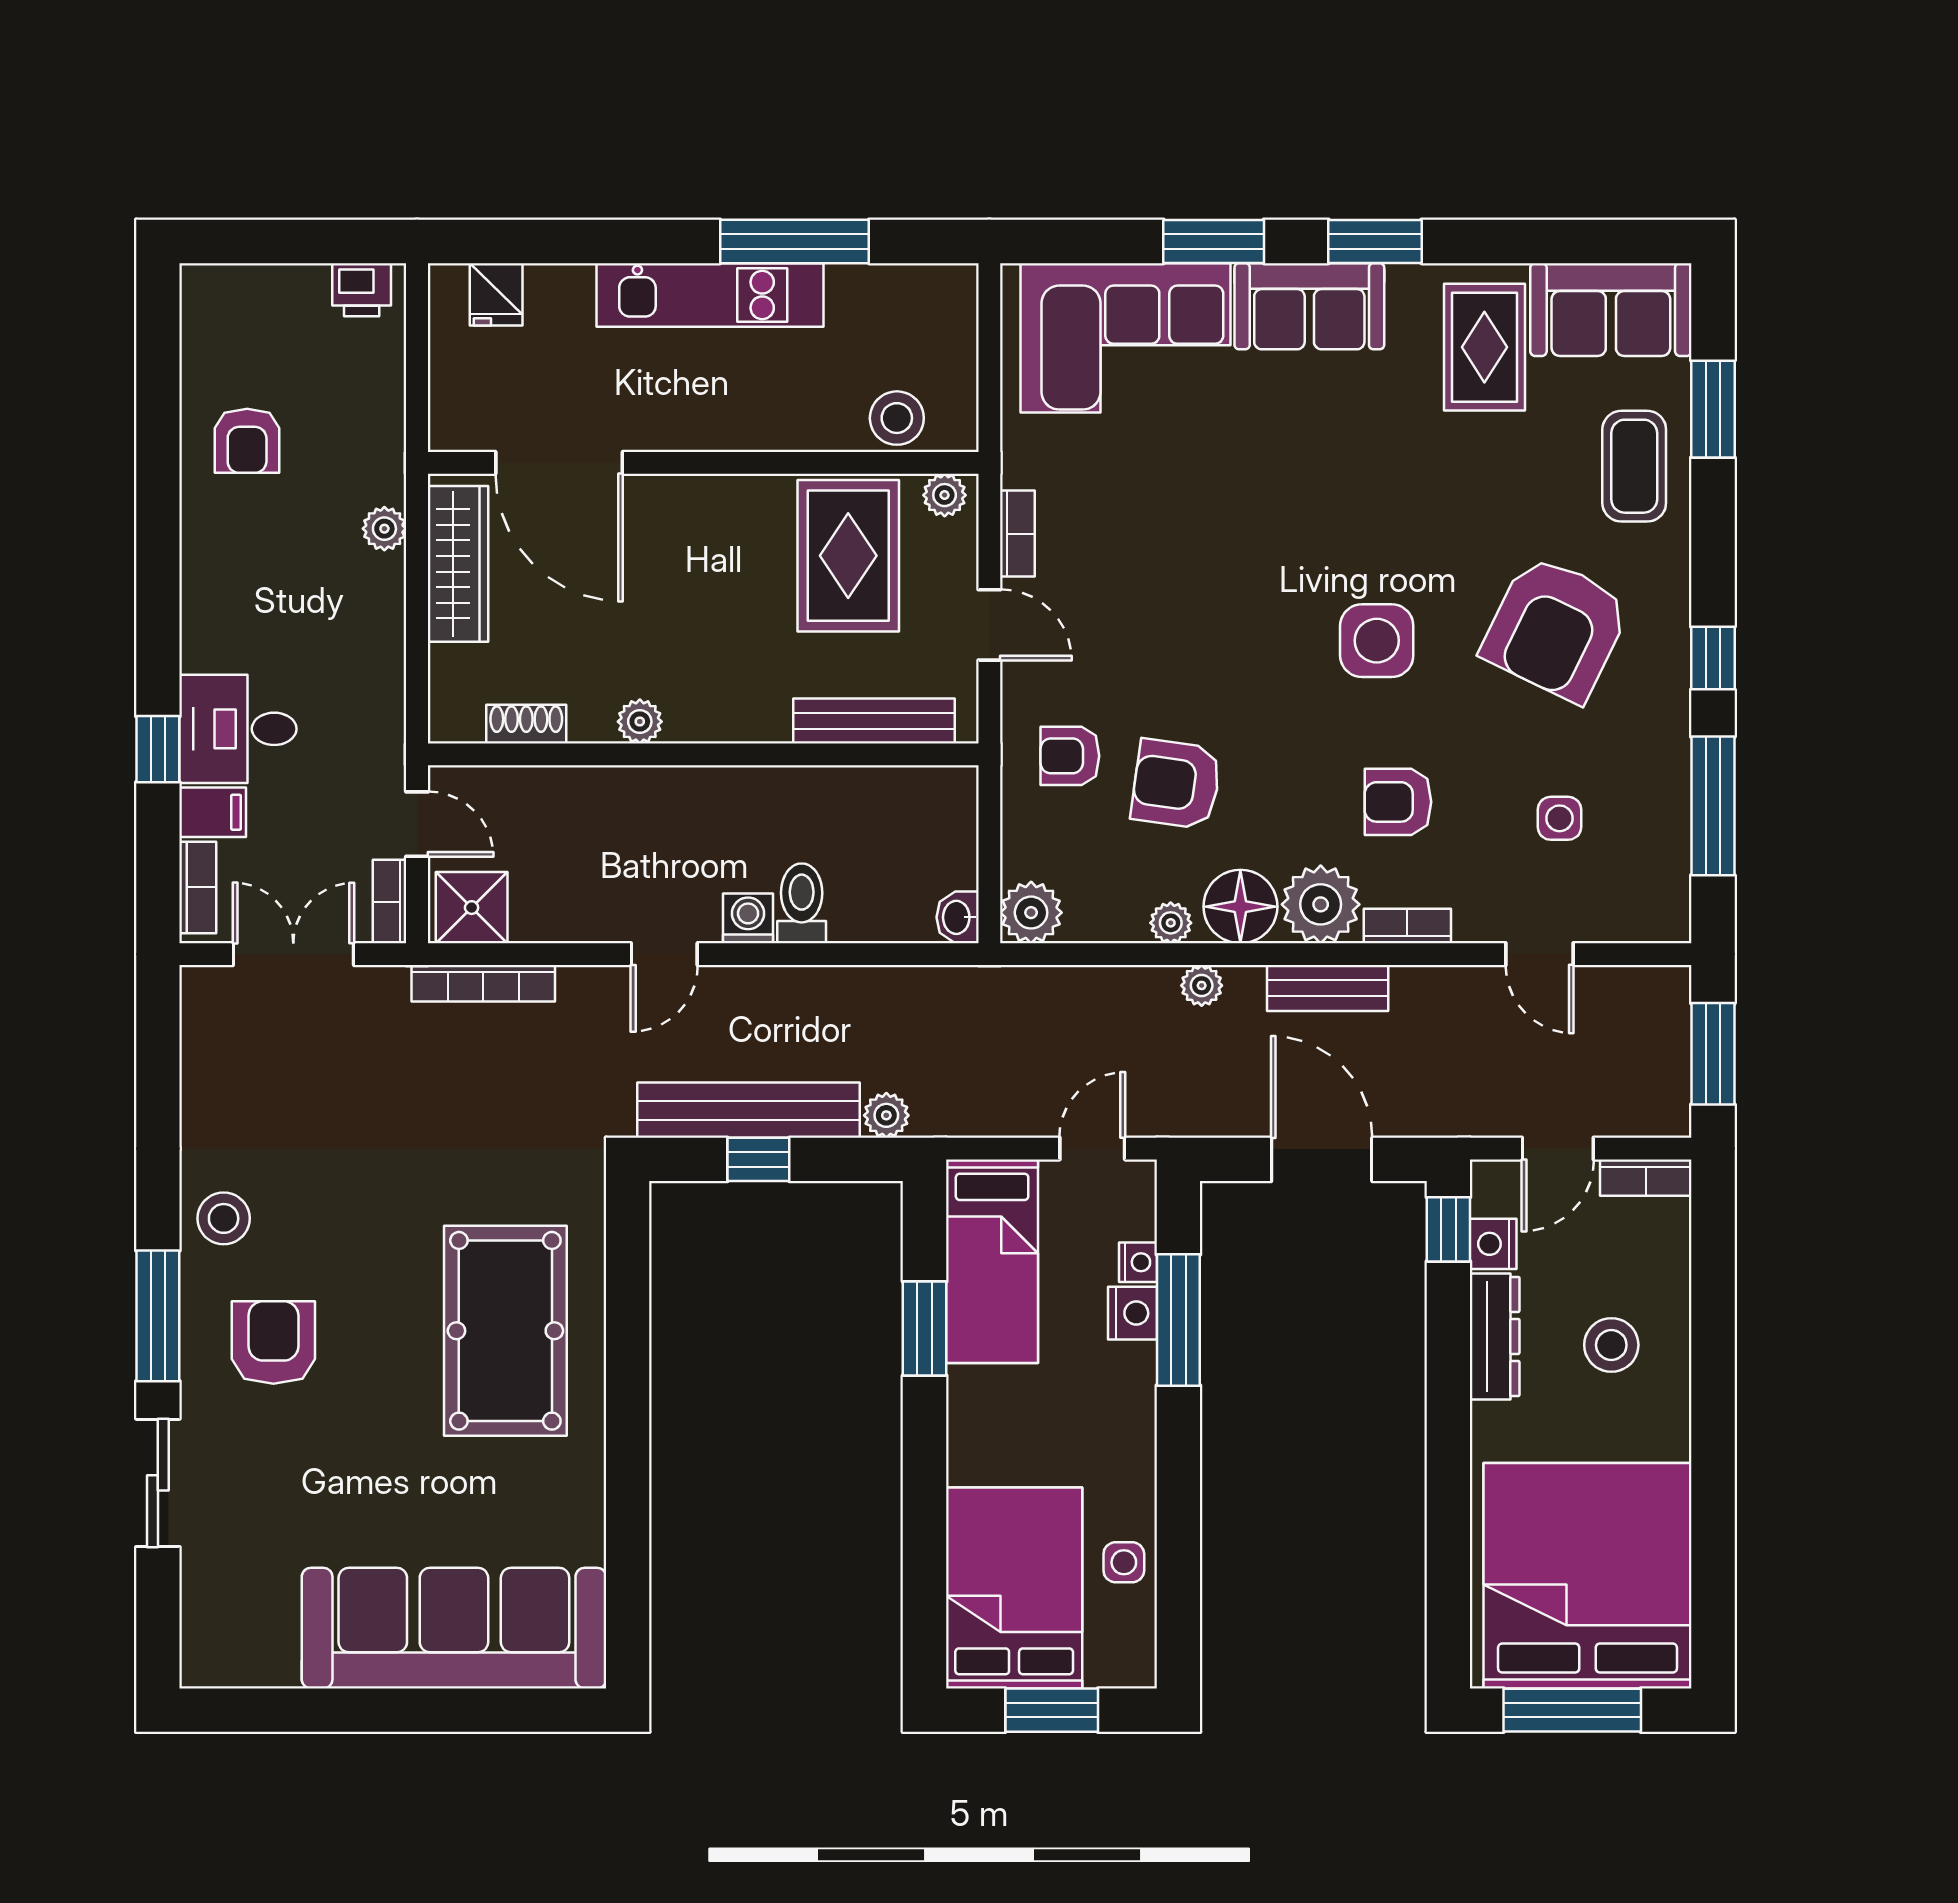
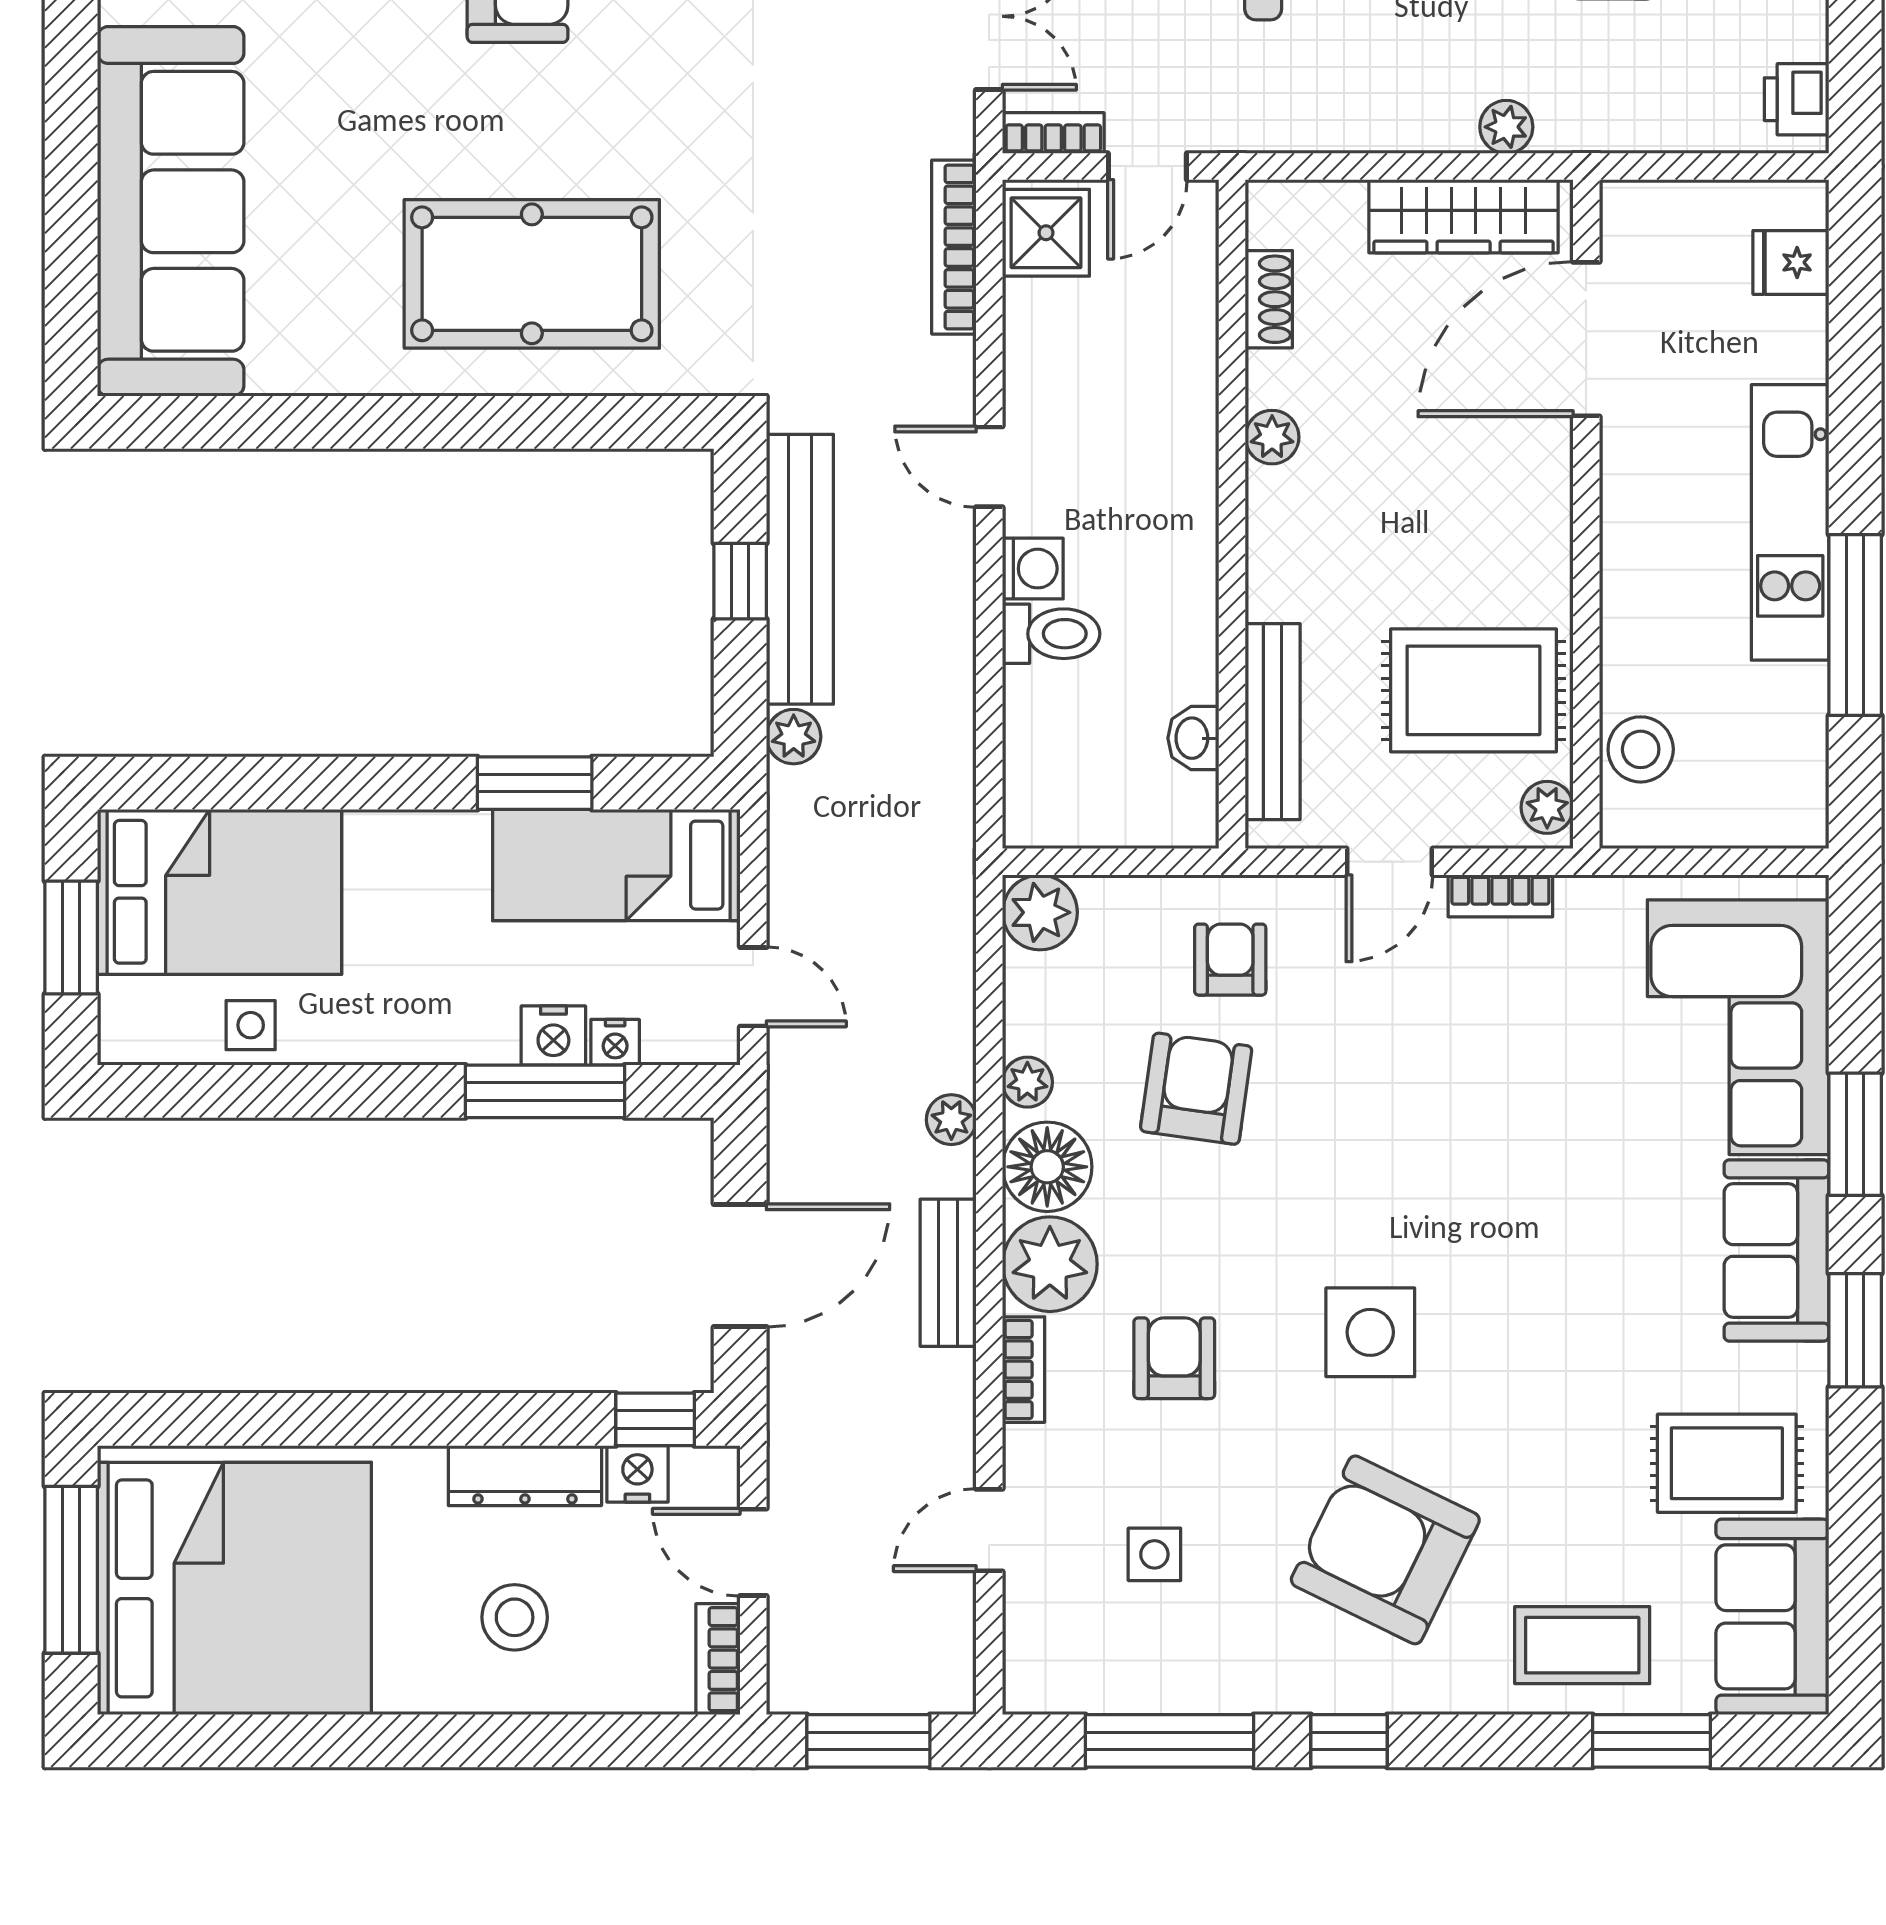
washbasin: (958, 917) -> (1193, 738), moved, turned -90

